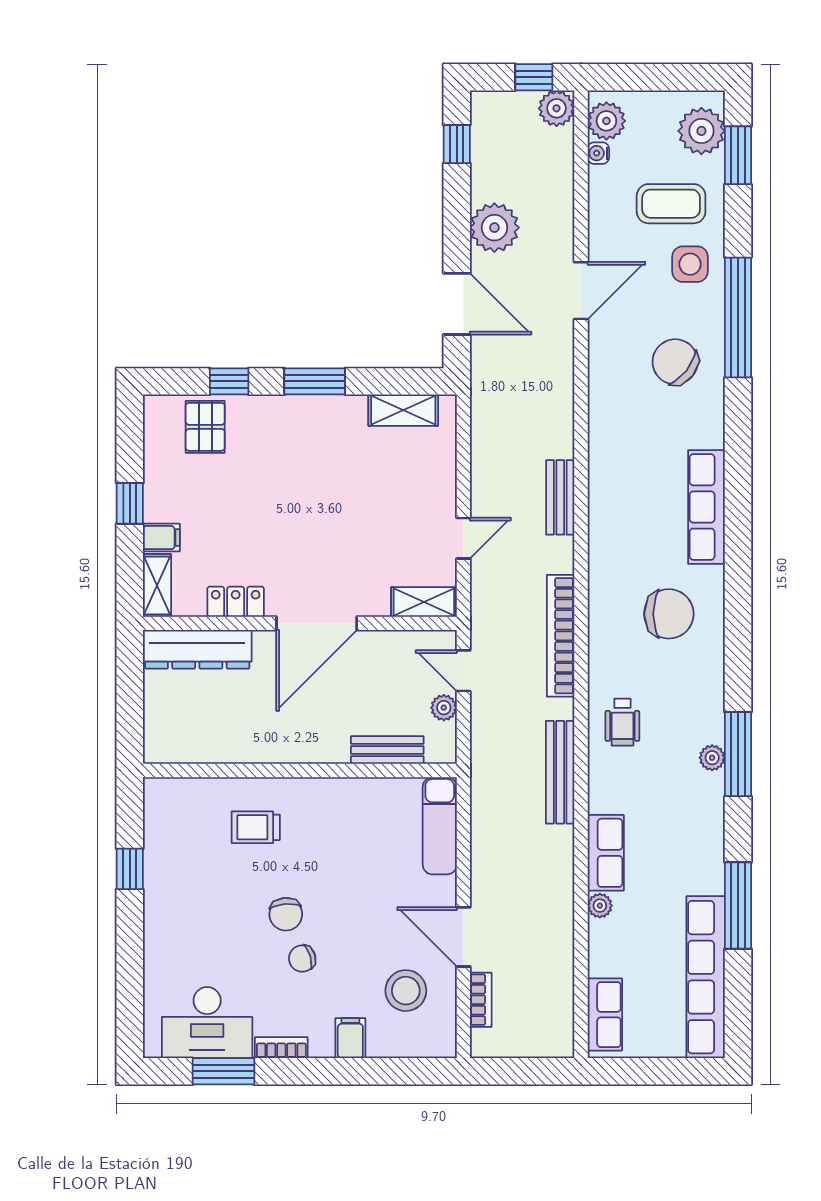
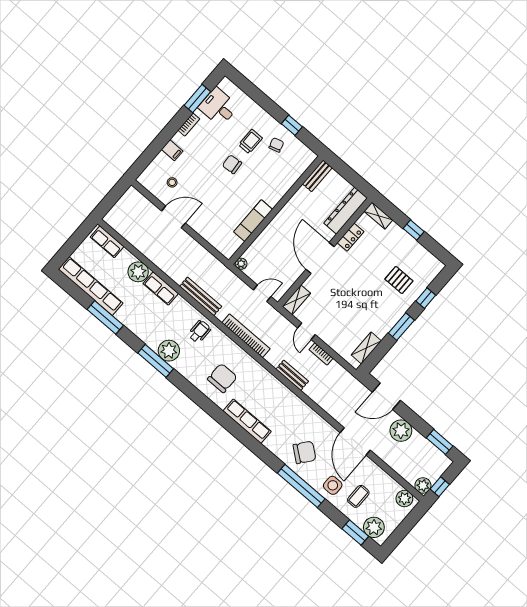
window: (457, 144) -> (440, 442), width x1.50
water cooler: (598, 153) -> (396, 487), removed
coffee table: (671, 204) -> (358, 496), width x0.73, depth x0.77
door: (581, 291) -> (355, 441), width x1.36
pallet: (205, 427) -> (399, 280), moved
filing cabinet: (161, 538) -> (393, 231), removed
chair: (669, 614) -> (222, 378), turned 180
plant: (444, 708) -> (241, 264), moved
wheelchair: (622, 722) -> (199, 332), turned 90
bench: (387, 750) -> (317, 176), moved
plant: (712, 758) -> (169, 351), width x1.88, depth x1.88
exam couch: (440, 826) -> (253, 221), moved, turned -90
trolley: (256, 827) -> (250, 141), moved
plant: (600, 906) -> (138, 272), width x1.87, depth x1.87
chair: (302, 958) -> (276, 145), moved
stool: (406, 991) -> (172, 182), width x0.53, depth x0.53
bookcase: (481, 1000) -> (321, 354), moved
desk: (207, 1023) -> (218, 107), width x0.73

